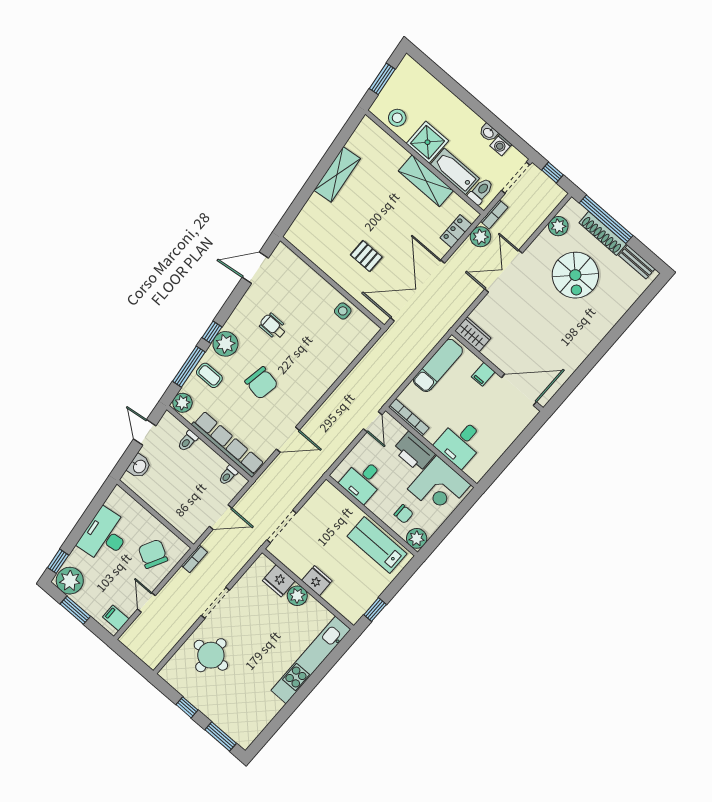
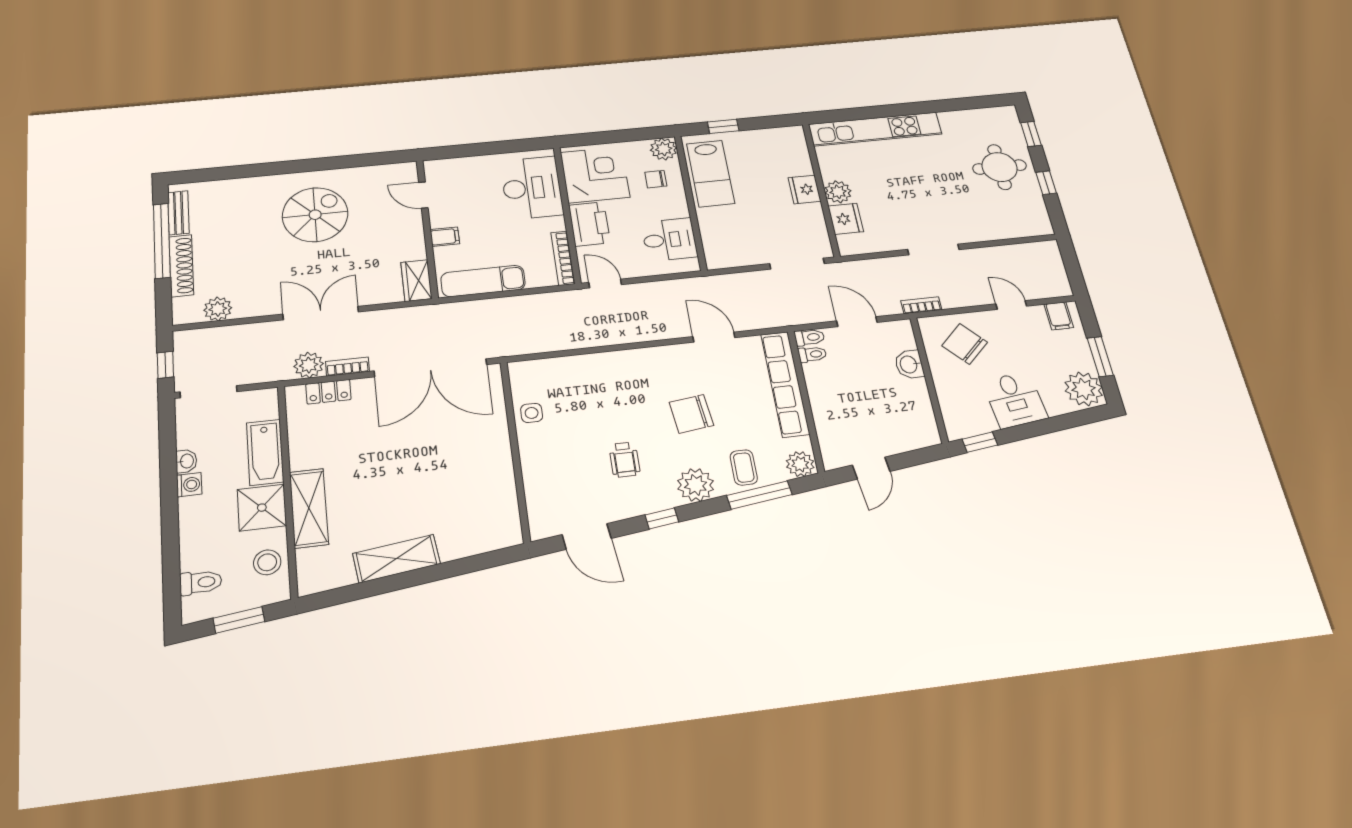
washing machine: (501, 145) -> (189, 485), moved
shelving: (426, 181) -> (309, 508), moved
toilet: (481, 191) -> (201, 582), moved, turned 180
bookcase: (494, 214) -> (347, 366), moved
window: (606, 219) -> (162, 241), moved
pallet: (366, 256) -> (450, 447), removed
double door: (504, 271) -> (321, 313), swing flipped
spiral stairs: (575, 275) -> (315, 215), moved
window: (212, 332) -> (662, 518), moved
chair: (261, 383) -> (691, 414), turned -107
door: (519, 390) -> (423, 195), width x0.53
door: (373, 422) -> (605, 284), hinge flipped
toilet: (188, 441) -> (809, 337), moved
desk: (460, 443) -> (532, 188), width x1.37
washbasin: (139, 466) -> (909, 364), moved, turned -83
chair: (404, 514) -> (656, 179), turned -90
desk: (105, 536) -> (1015, 400), width x0.73
chair: (153, 554) -> (965, 344), turned 109
window: (58, 561) -> (980, 442), moved
door: (146, 602) -> (1011, 305), swing flipped
window: (375, 610) -> (723, 126), moved
round table: (211, 655) -> (1000, 167), moved
window: (221, 736) -> (1031, 134), width x0.67

